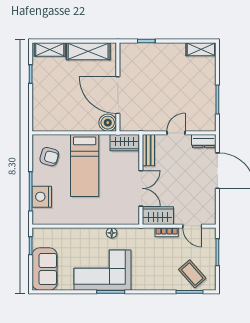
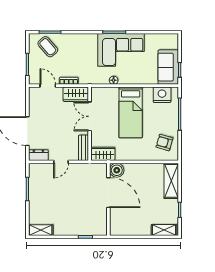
shelving: (88, 51) -> (171, 181), moved, turned 90
bed: (85, 166) -> (131, 112), moved, turned 180
nightstand: (42, 197) -> (162, 95), moved, turned -90
sofa: (45, 269) -> (168, 67), moved

